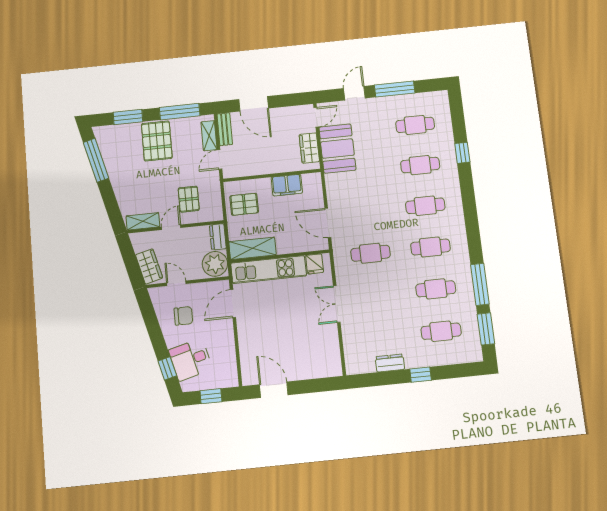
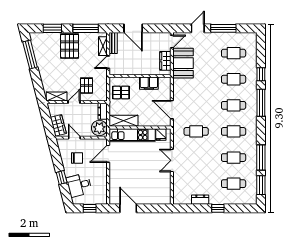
window: (468, 197) -> (261, 103), added
window: (167, 368) -> (62, 178), moved

